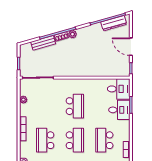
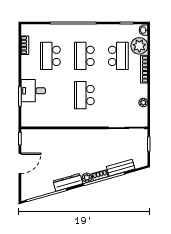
dresser: (114, 23) -> (68, 182), moved
door: (131, 47) -> (20, 163), hinge flipped
desk: (119, 89) -> (34, 115), removed
school desk: (104, 140) -> (50, 56), turned 180
plant: (27, 149) -> (139, 46), added

